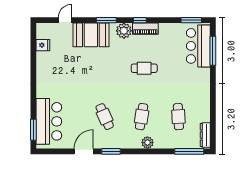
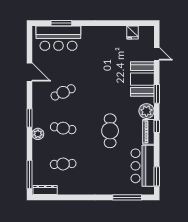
bar counter: (198, 46) -> (143, 166), moved, turned -90
cafe table: (144, 68) -> (110, 131), width x1.37, depth x1.35
window: (33, 130) -> (61, 23), moved
window: (111, 151) -> (29, 118), moved

